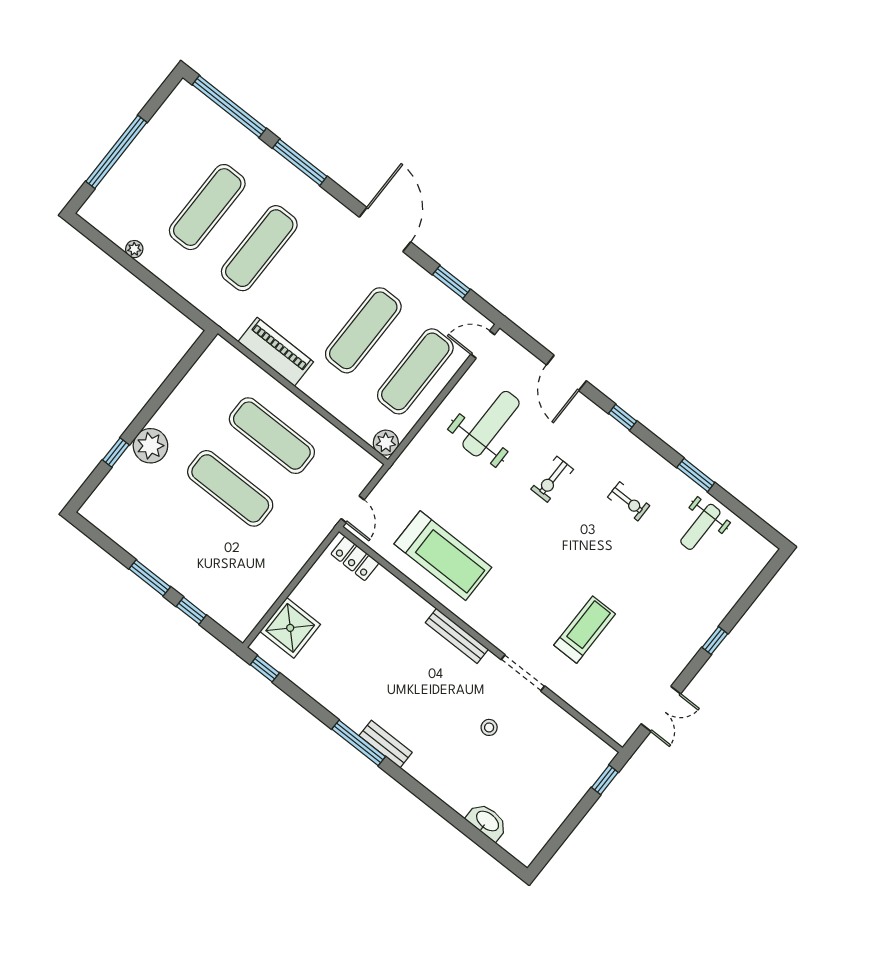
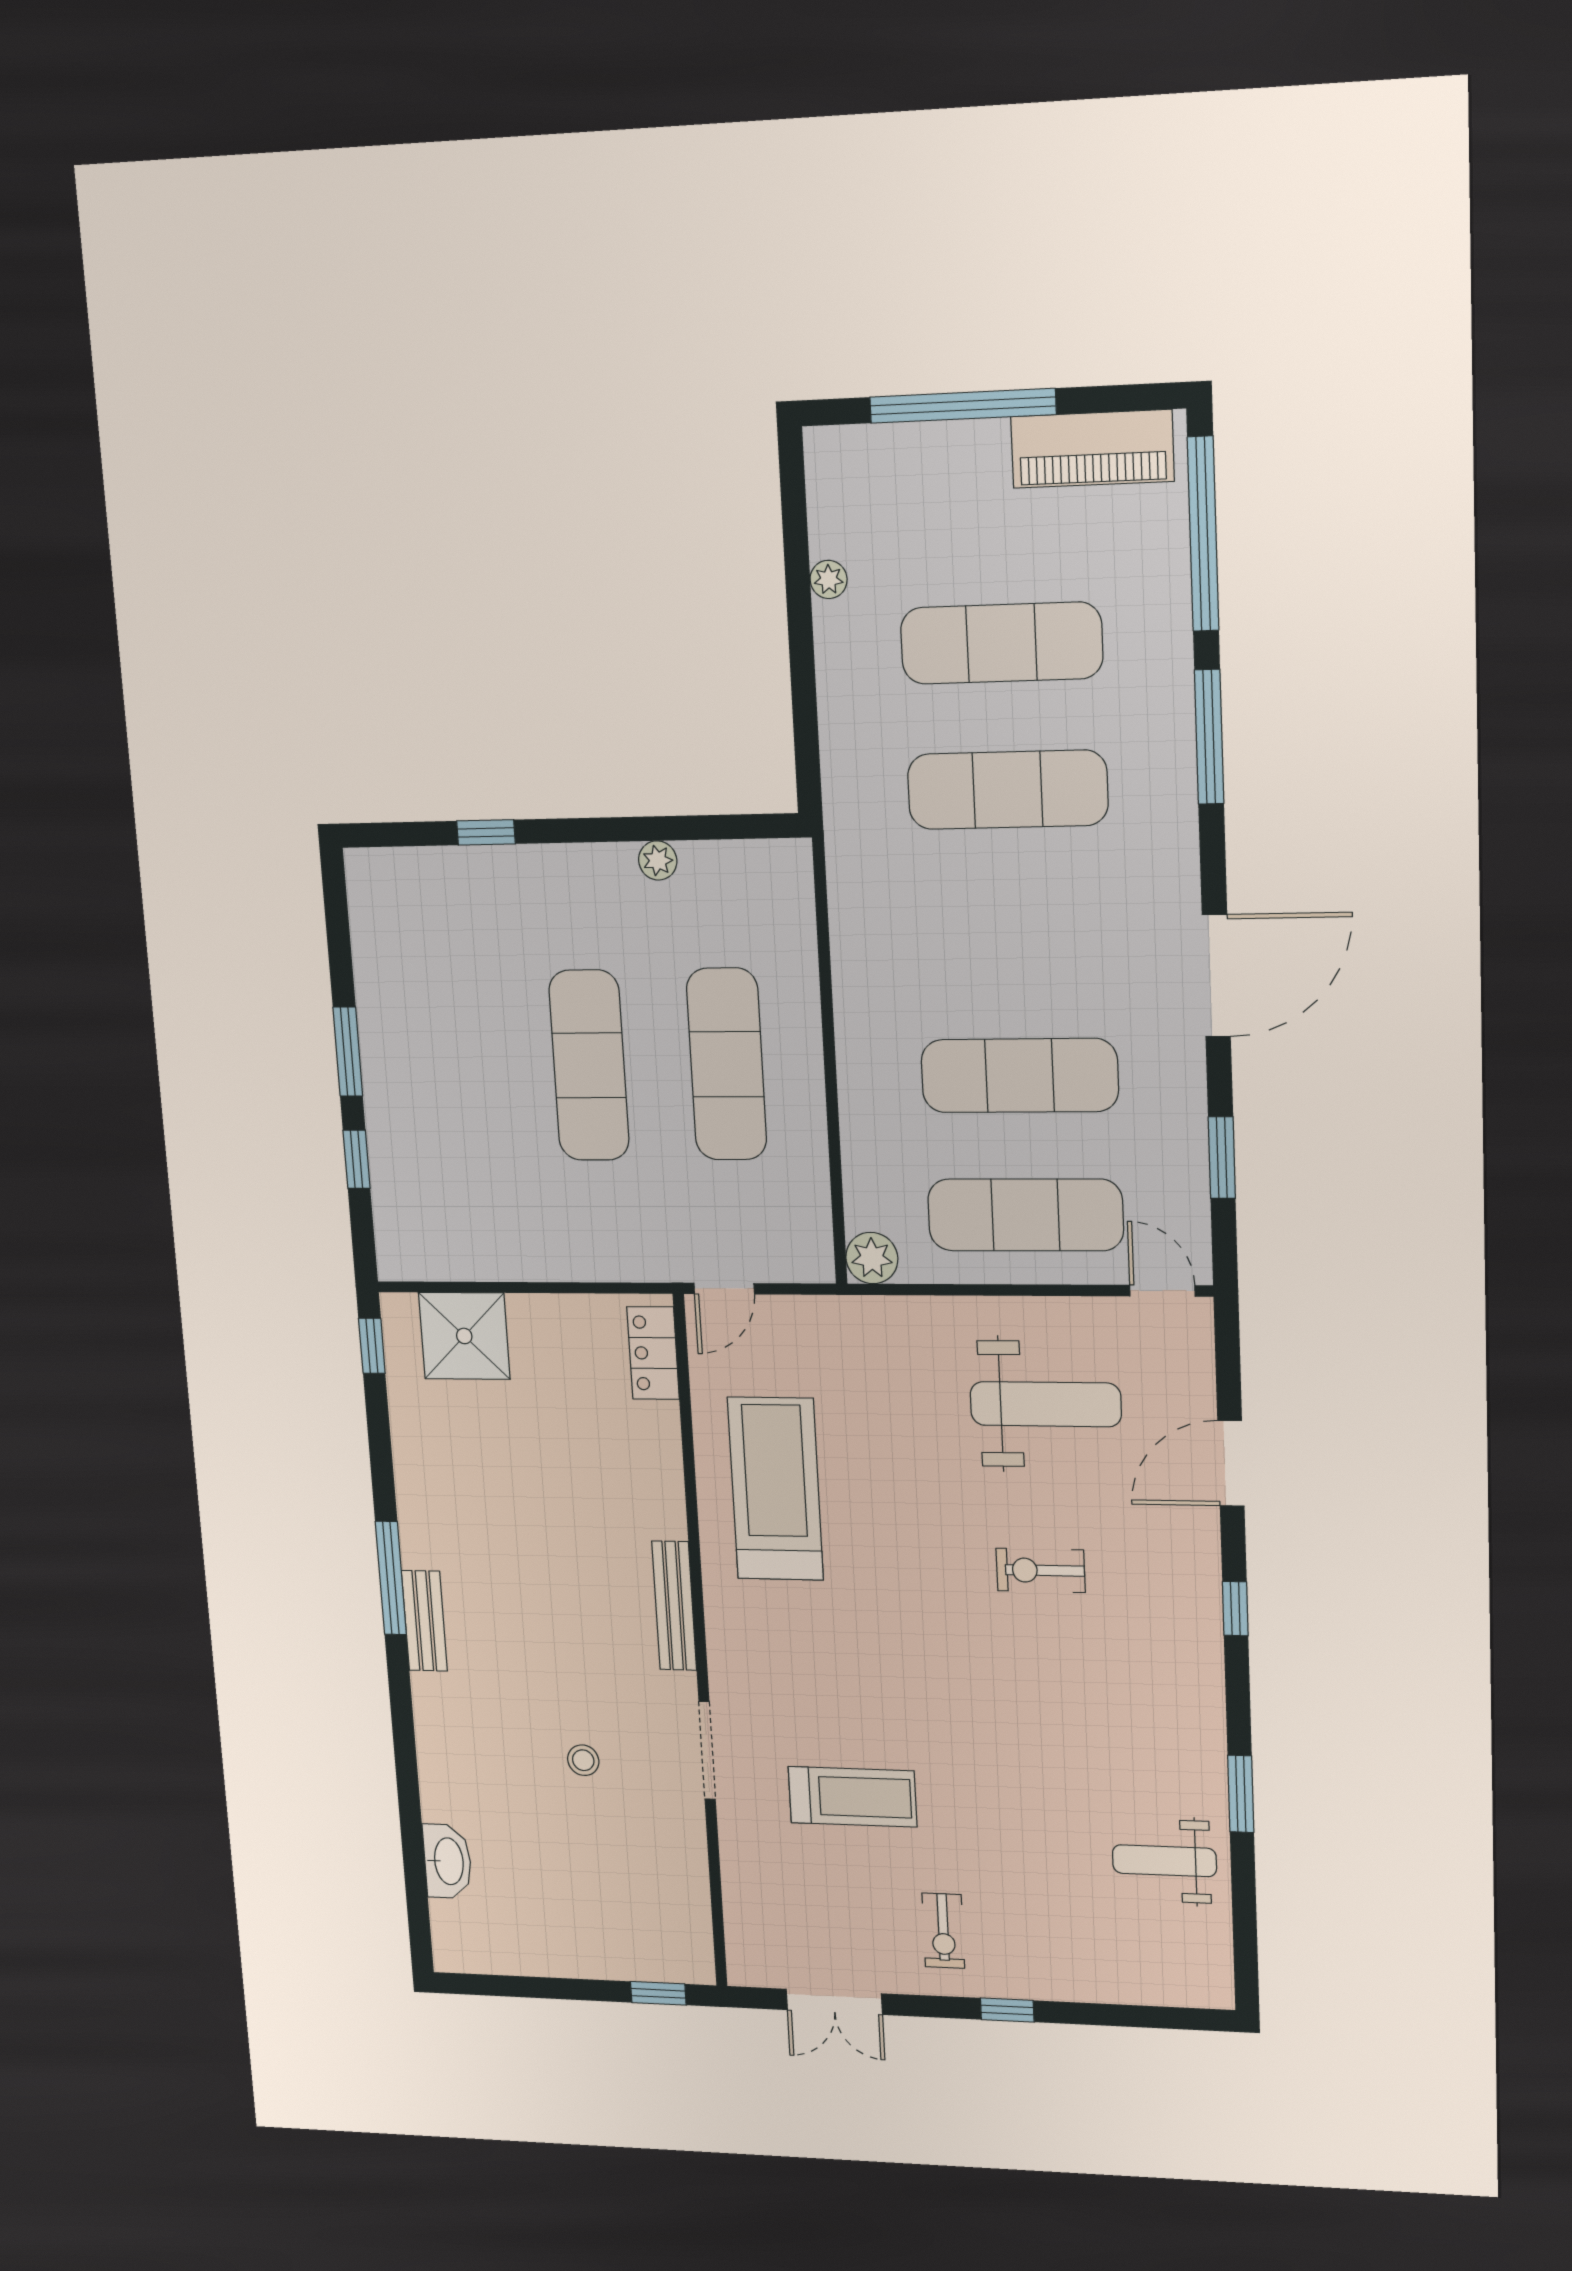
piano: (276, 352) -> (1092, 449), moved, turned 90
plant: (150, 446) -> (658, 860), moved, width x0.53, depth x0.53
exercise bike: (629, 501) -> (943, 1931), moved
treadmill: (443, 556) -> (775, 1489), turned 180

